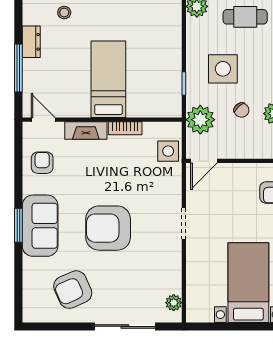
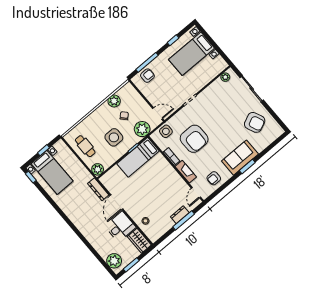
dresser: (31, 42) -> (180, 215), moved
bed: (108, 79) -> (138, 157), moved
armchair: (108, 228) -> (194, 139), moved

